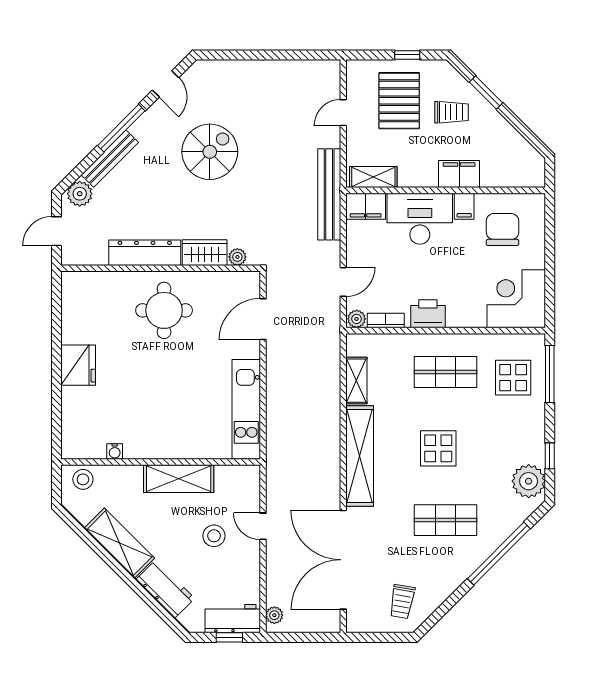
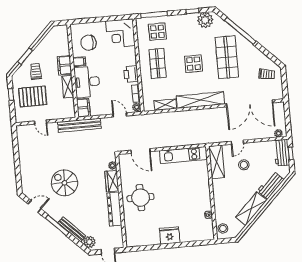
shelving: (373, 177) -> (68, 87), moved
shelving: (179, 479) -> (217, 162), moved
shop shelf: (446, 520) -> (227, 57), width x1.43, depth x1.36

